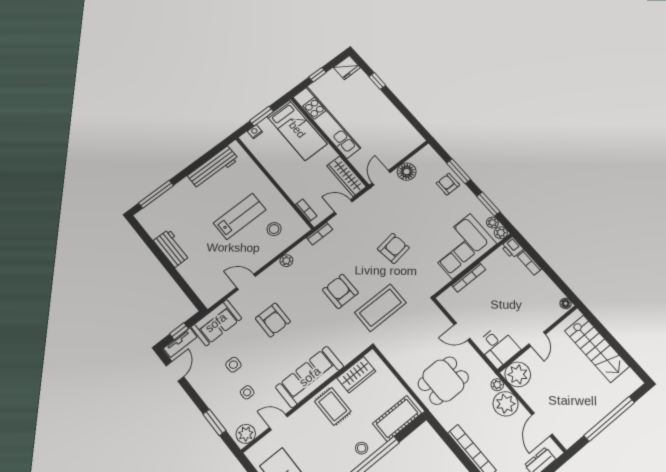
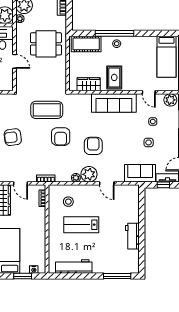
plant: (275, 276) -> (89, 174), added
armchair: (273, 320) -> (93, 146), moved

